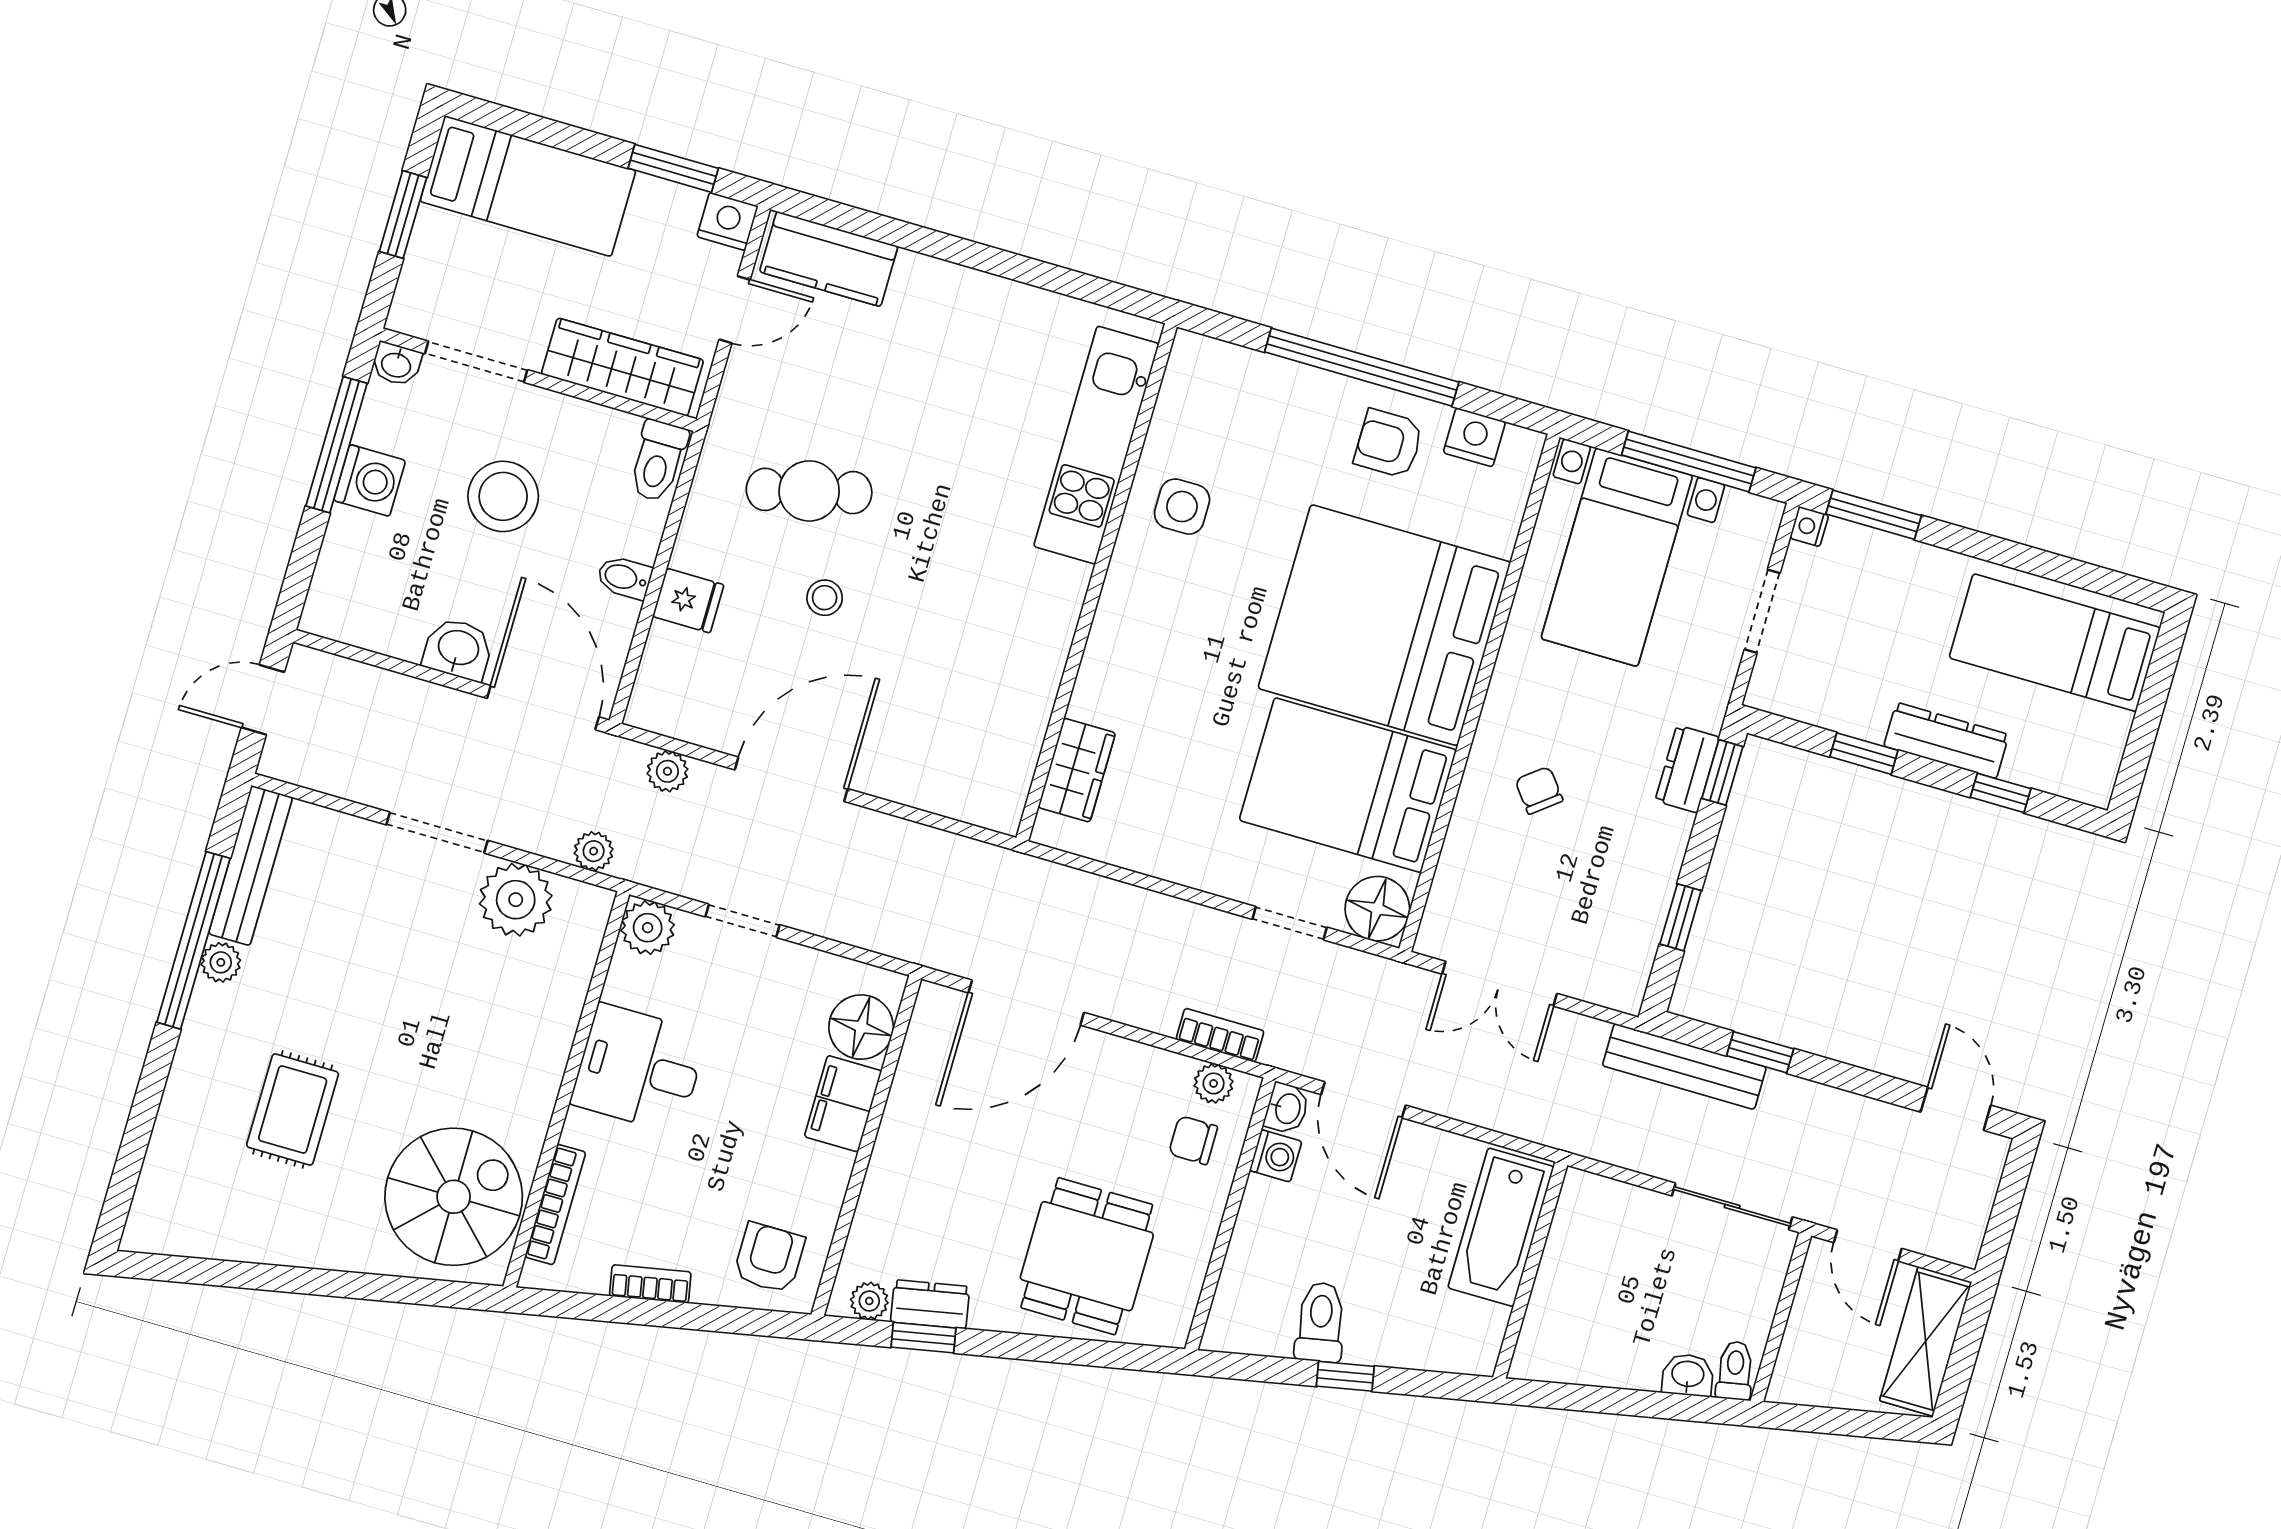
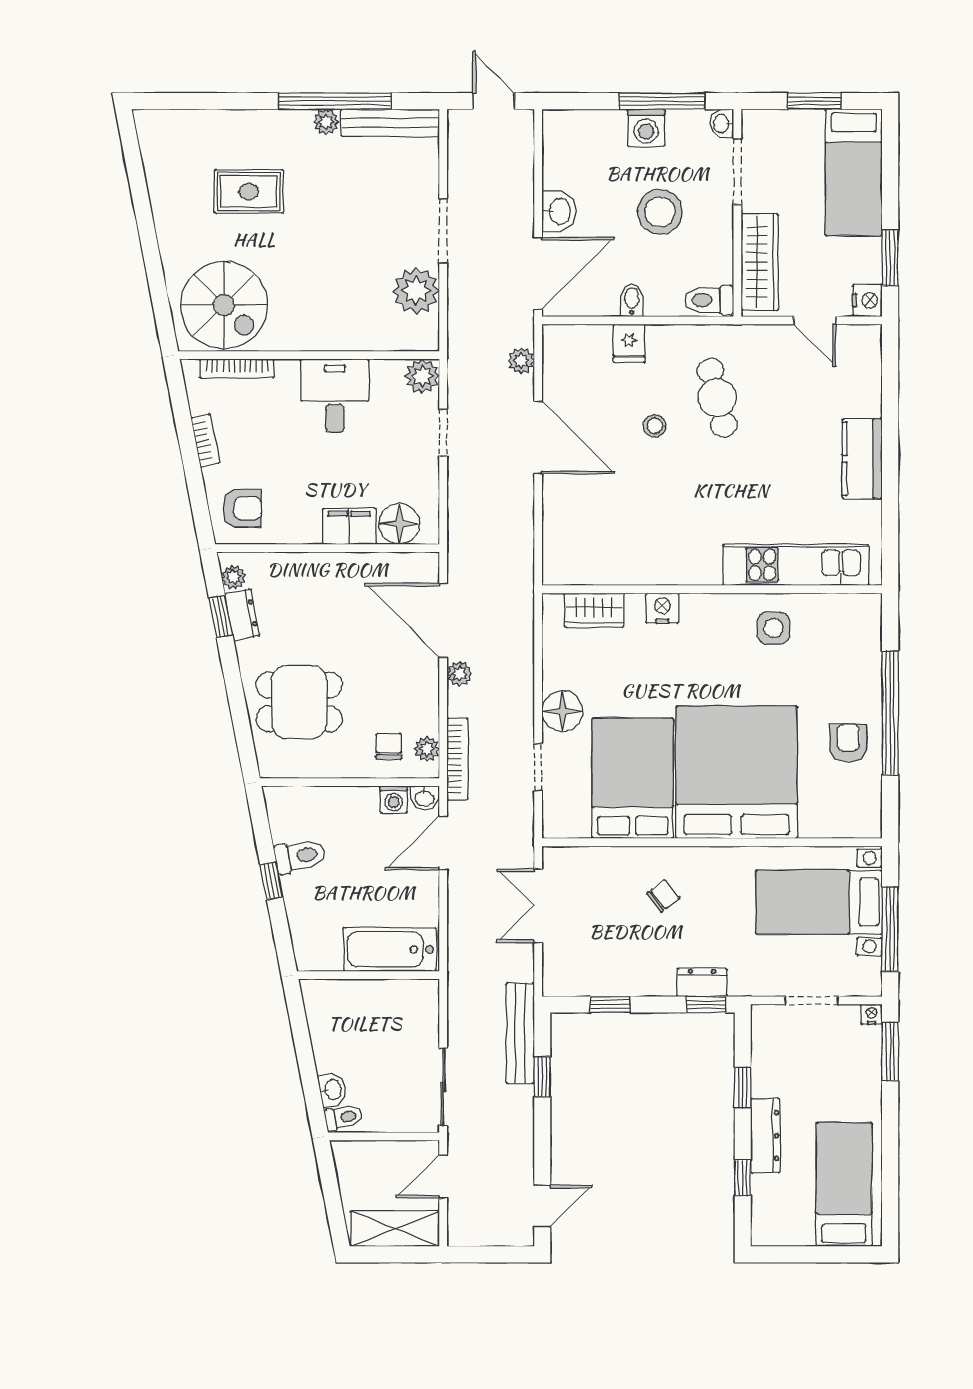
kitchen counter: (829, 259) -> (862, 459), moved
nightstand: (1474, 437) -> (662, 608), moved, turned -90
plant: (594, 851) -> (459, 674), moved
floor lamp: (1377, 909) -> (562, 711), moved
bookcase: (1220, 1035) -> (457, 759), width x1.56

